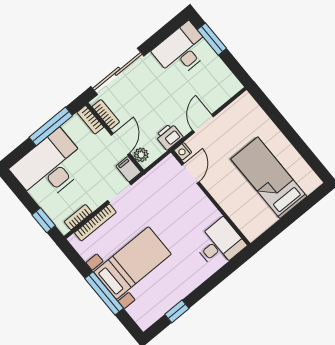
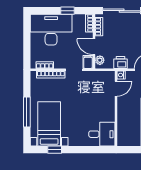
window: (51, 126) -> (68, 11), width x0.46
door: (120, 144) -> (94, 47), swing flipped
window: (44, 220) -> (27, 53), removed
bed with nightstands: (133, 263) -> (49, 124), moved, turned -90

